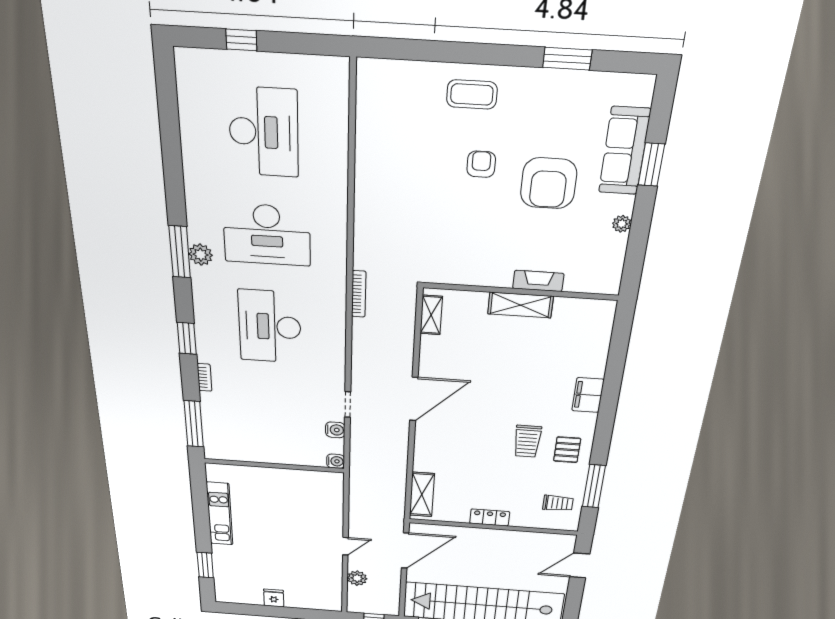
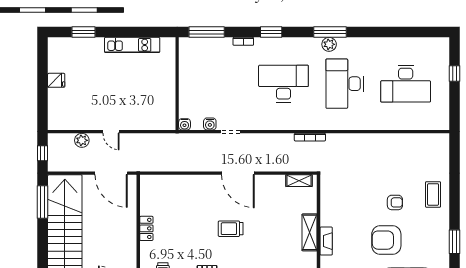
trolley: (527, 441) -> (231, 229), moved
shelving: (422, 494) -> (162, 182), removed

